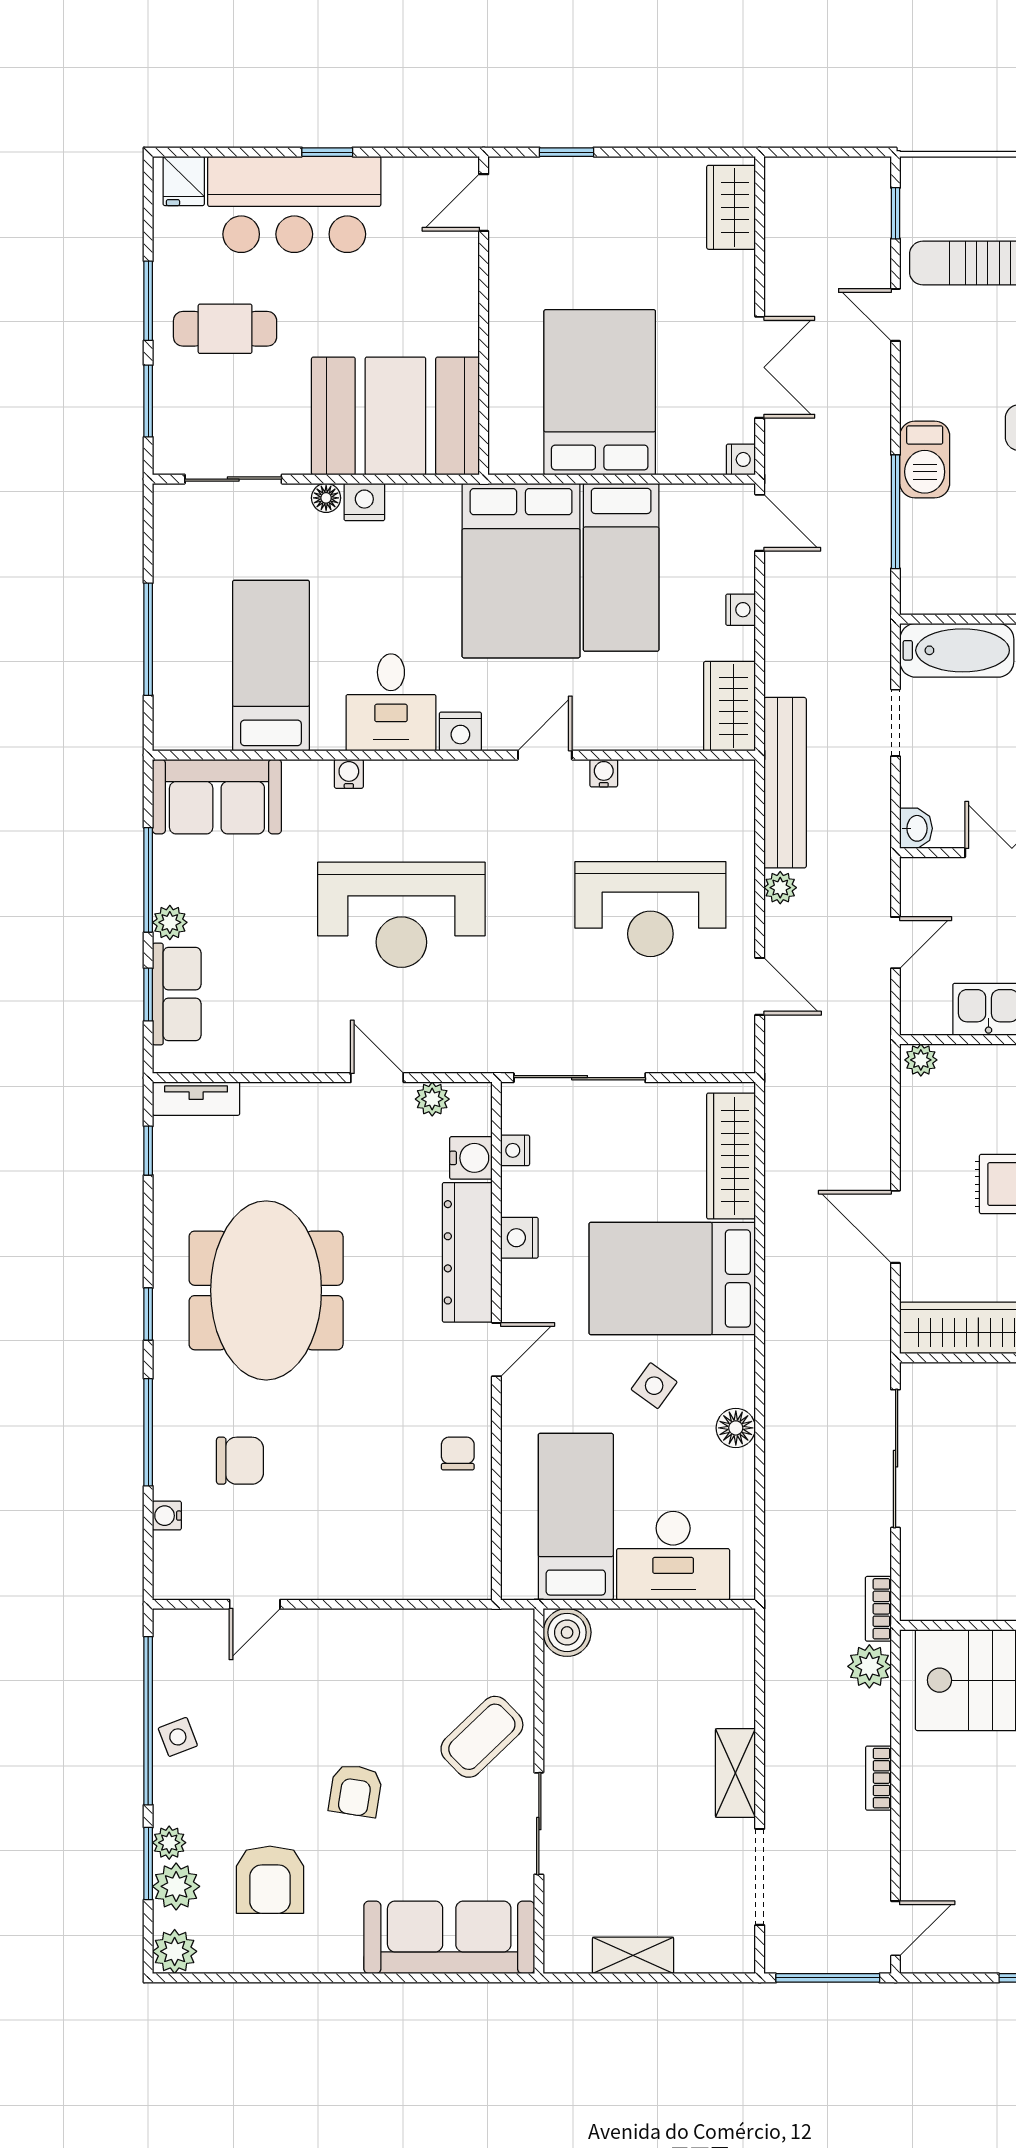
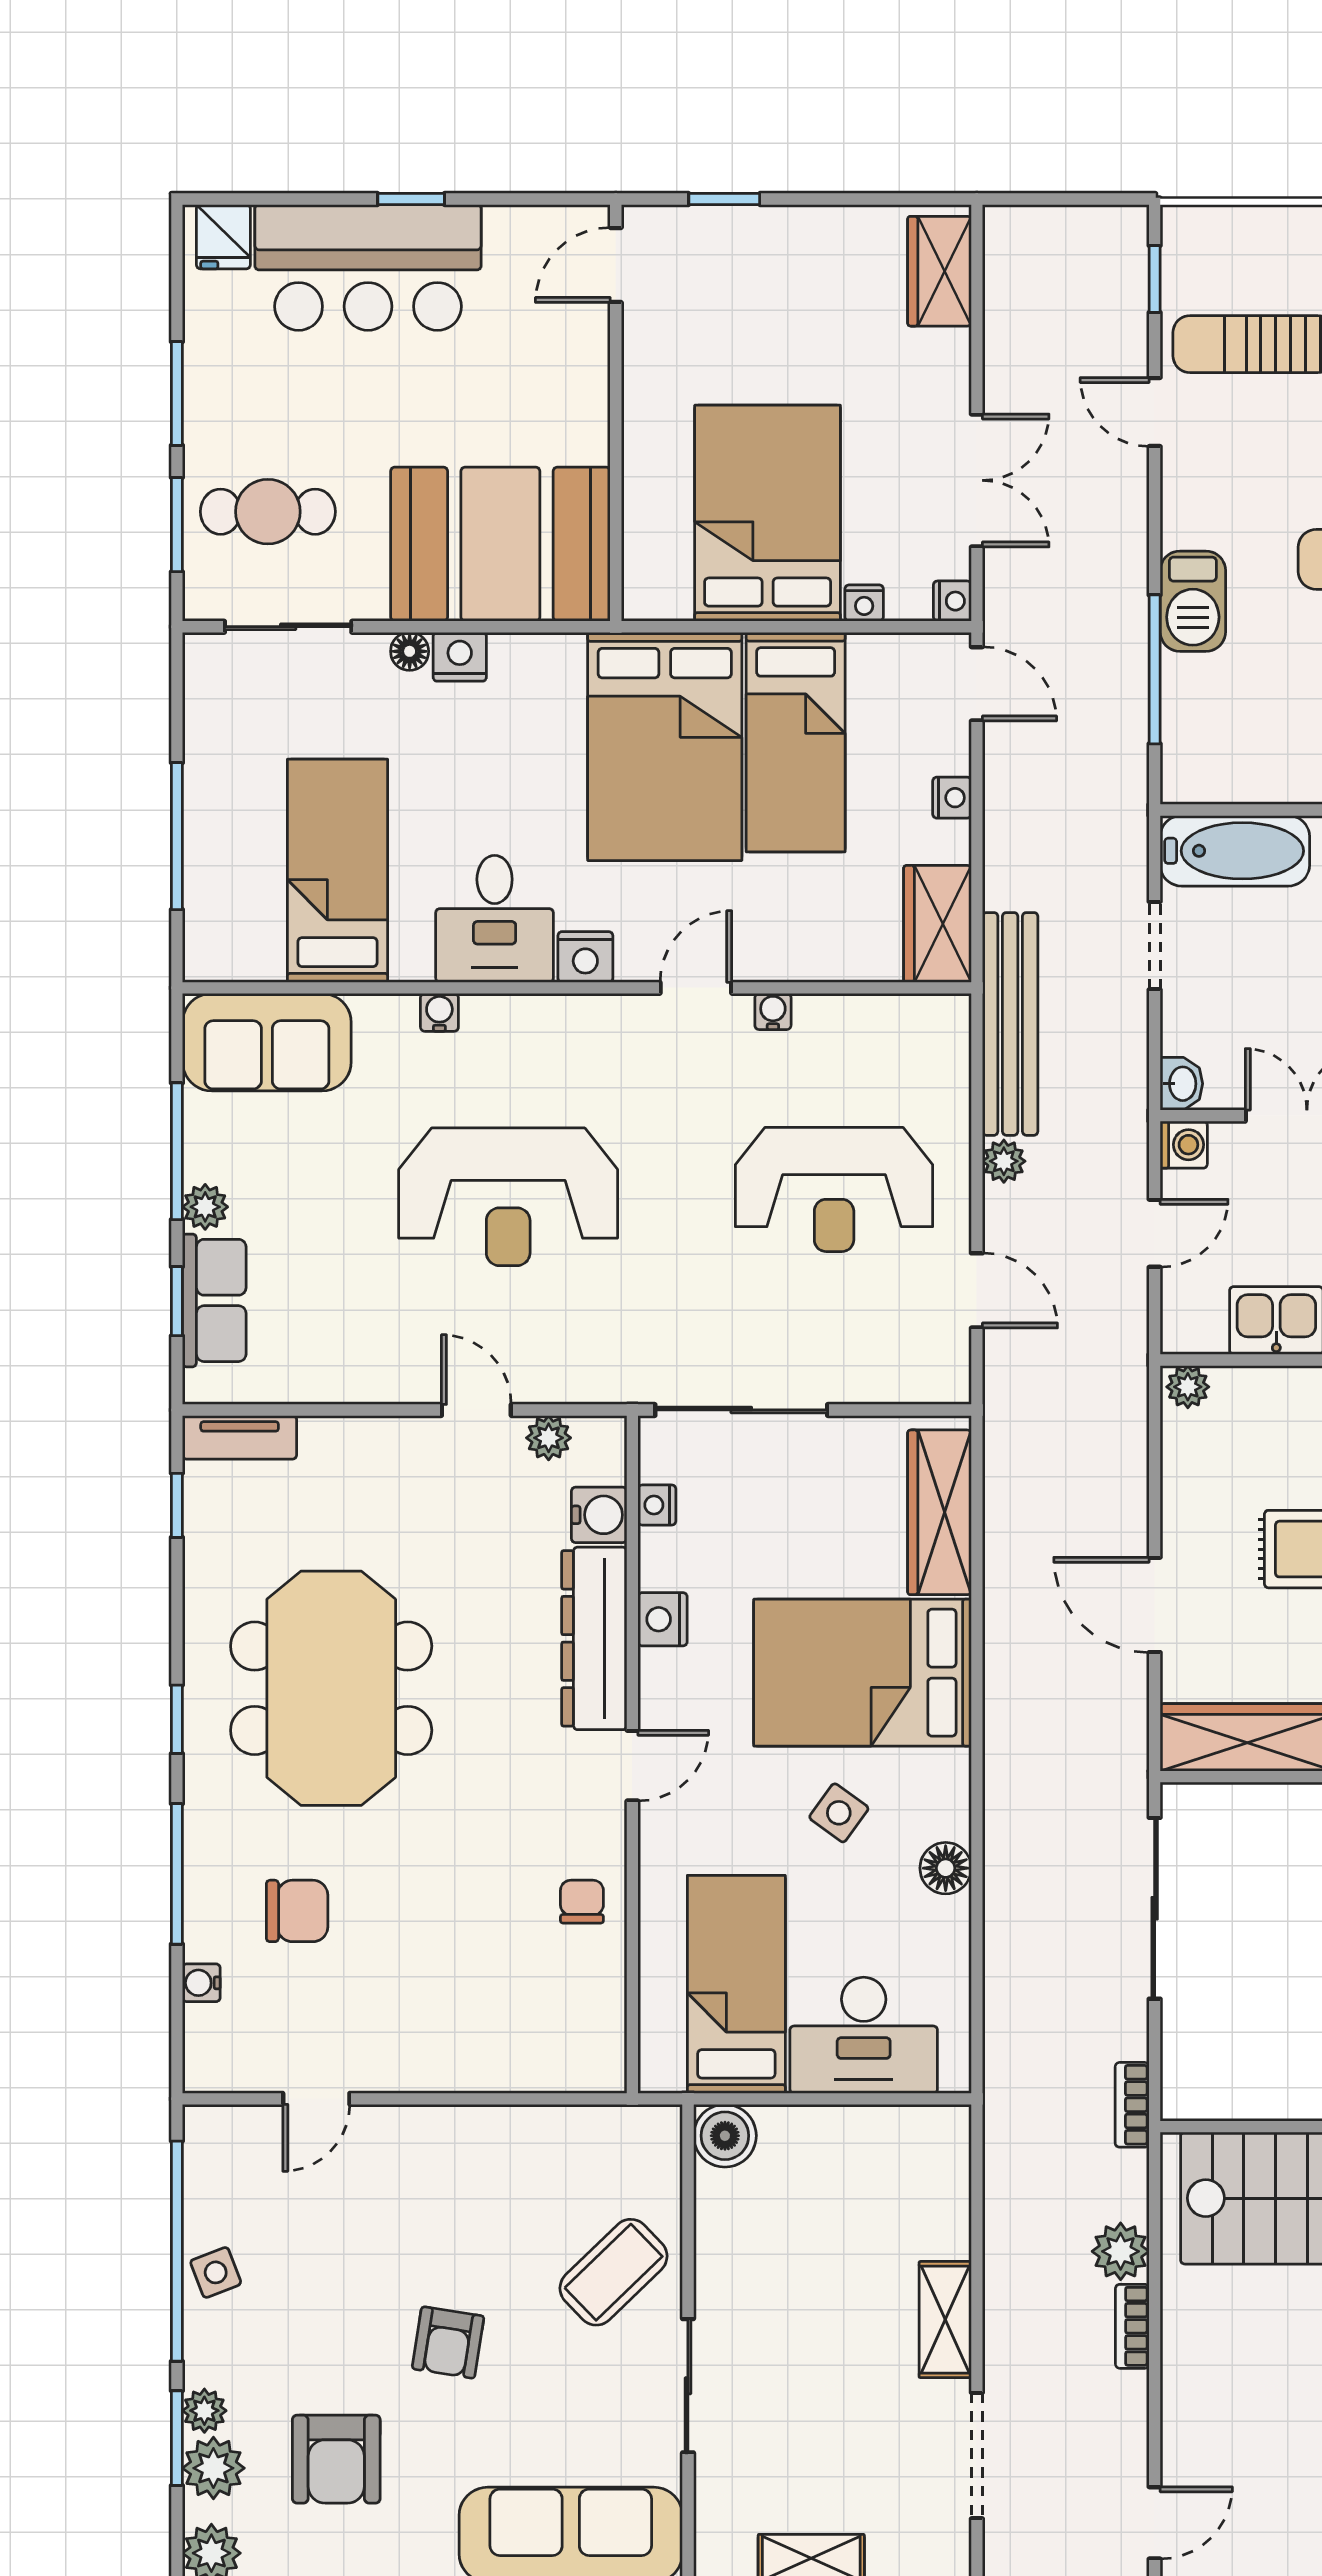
cafe table: (225, 329) -> (268, 512), moved
nightstand: (673, 461) -> (864, 603), added
washing machine: (918, 875) -> (1184, 1145), added
plant: (869, 1666) -> (1121, 2251), moved

